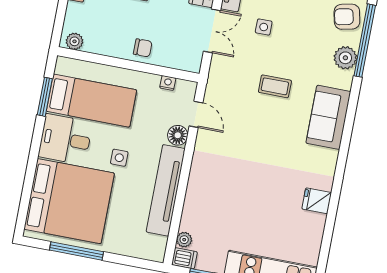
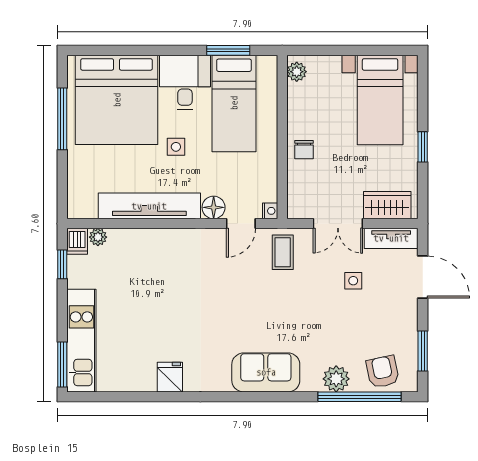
nightstand: (168, 83) -> (270, 211), moved
coffee table: (275, 86) -> (283, 252), moved

